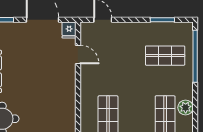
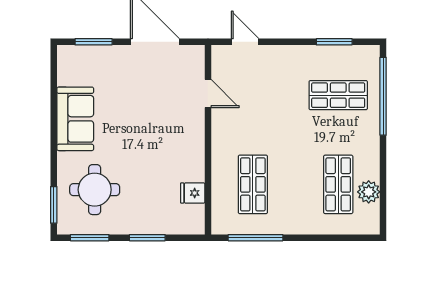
fridge: (69, 30) -> (193, 193), moved, turned 90
plant: (186, 108) -> (369, 192), moved

